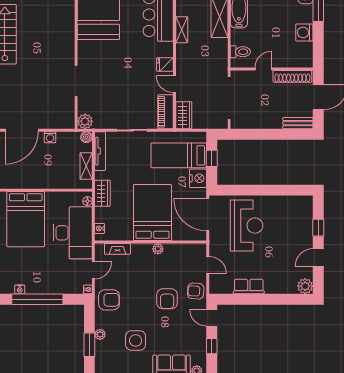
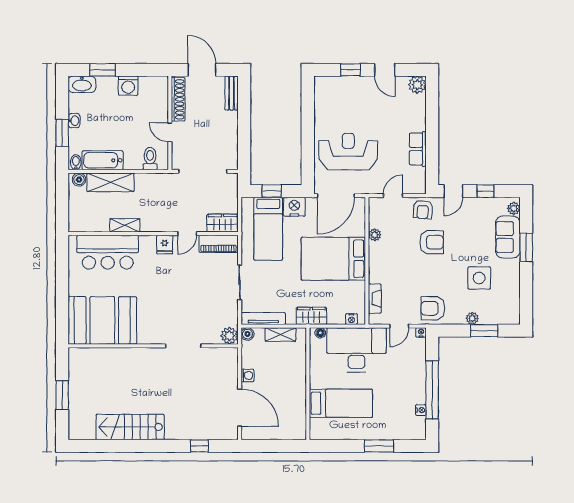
bed: (26, 219) -> (341, 403), width x0.67
plant: (158, 249) -> (375, 235), moved
door: (93, 270) -> (399, 326), swing flipped
armchair: (109, 300) -> (433, 308), turned -90

